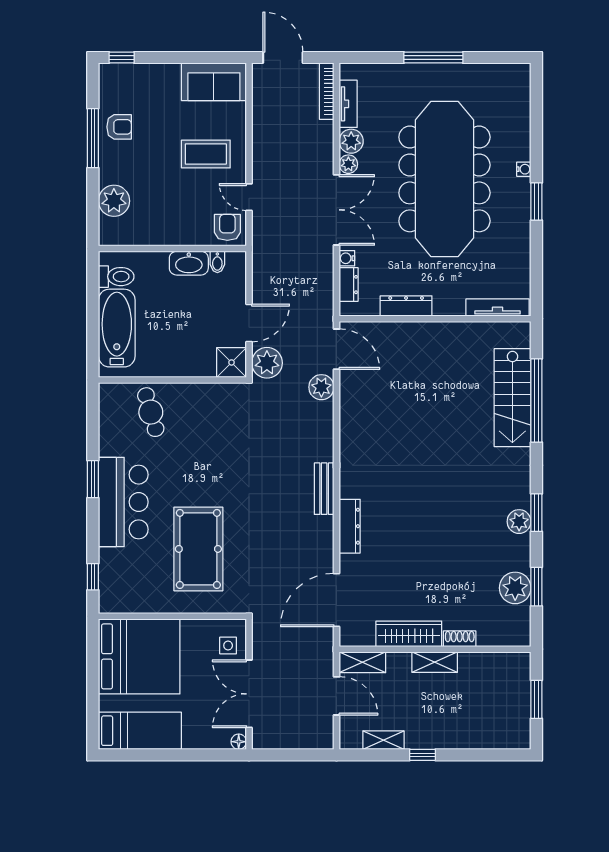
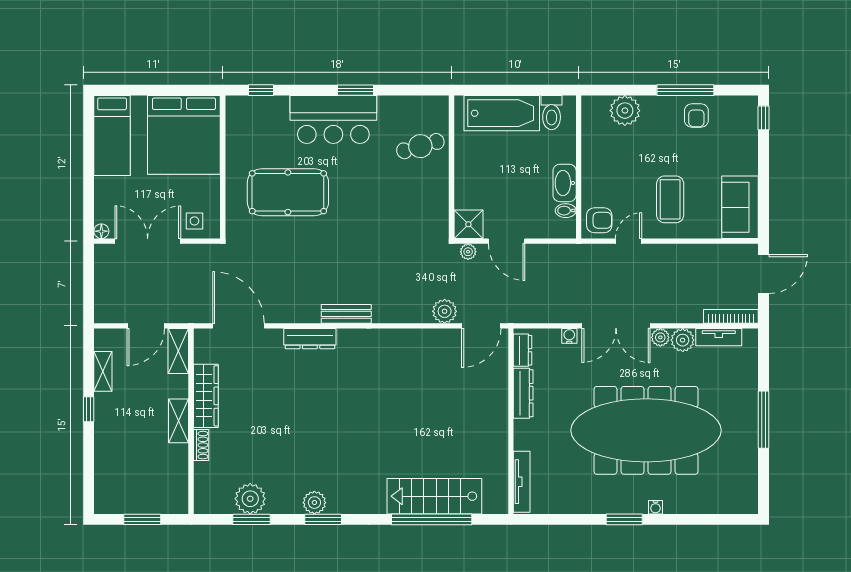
dresser: (349, 285) -> (523, 350), moved, turned -90
plant: (267, 363) -> (468, 252), width x0.53, depth x0.53

